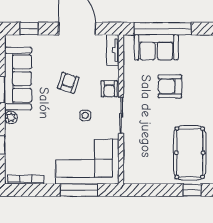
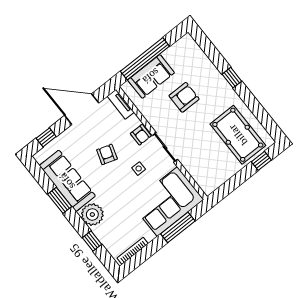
armchair: (170, 86) -> (184, 97), turned 180
plant: (11, 117) -> (92, 215), width x1.88, depth x1.88

